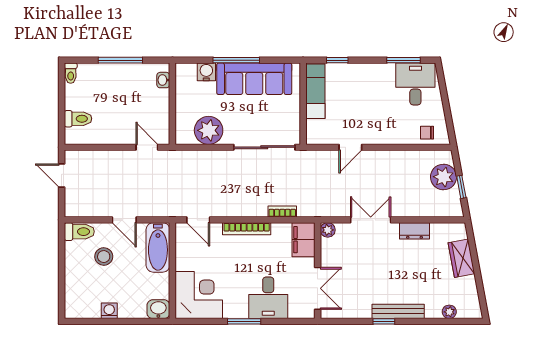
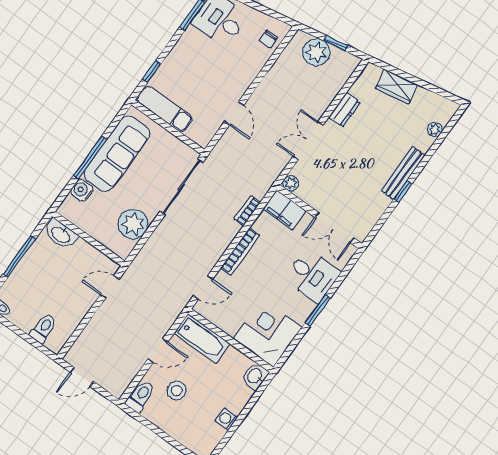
washbasin: (163, 80) -> (61, 234), width x1.91, depth x1.45
double door: (318, 288) -> (334, 228), swing flipped

